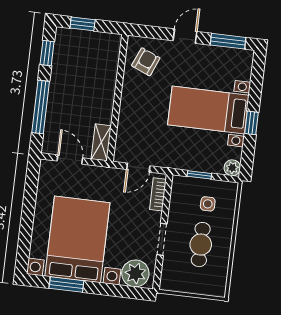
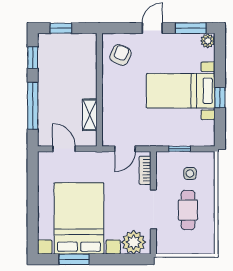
shelving: (101, 142) -> (90, 115), moved
plant: (232, 168) -> (208, 41), moved
doorway: (162, 239) -> (153, 209), width x1.38

